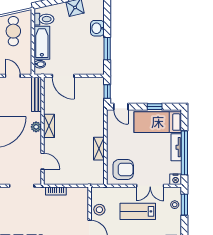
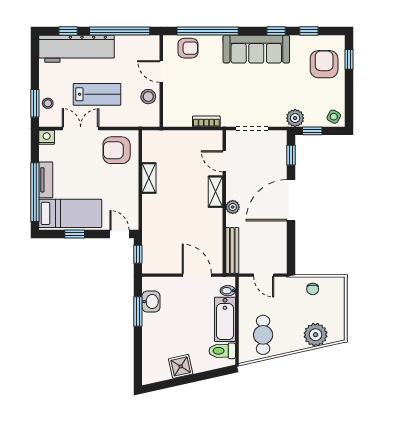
washbasin: (97, 28) -> (151, 302), moved
shelving: (49, 126) -> (215, 192), moved
window: (184, 153) -> (35, 192), moved

